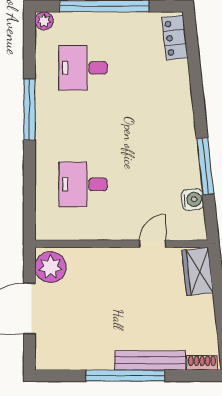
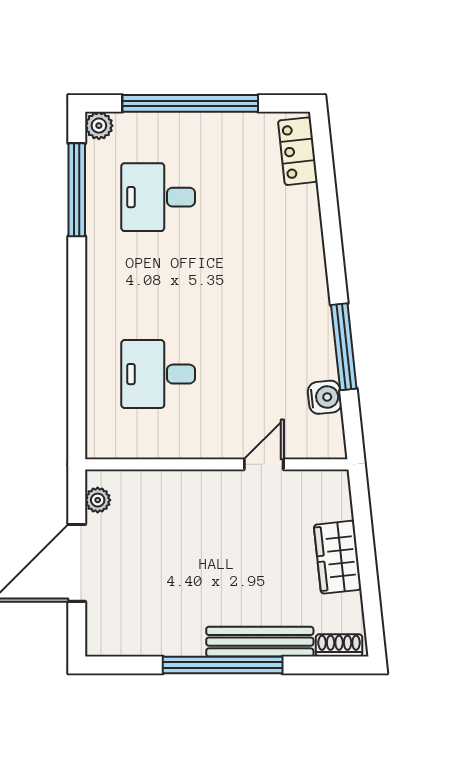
window: (29, 110) -> (77, 190), moved
plant: (50, 267) -> (98, 500), width x0.53, depth x0.53
wardrobe: (198, 272) -> (338, 557), moved

